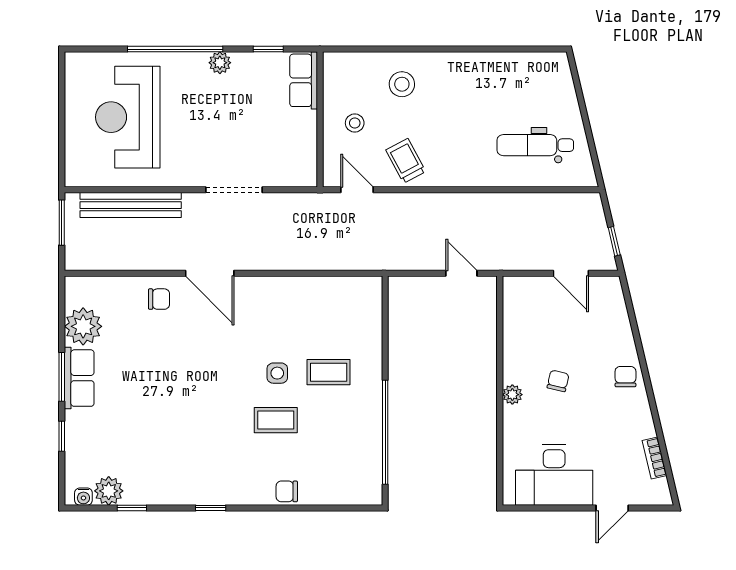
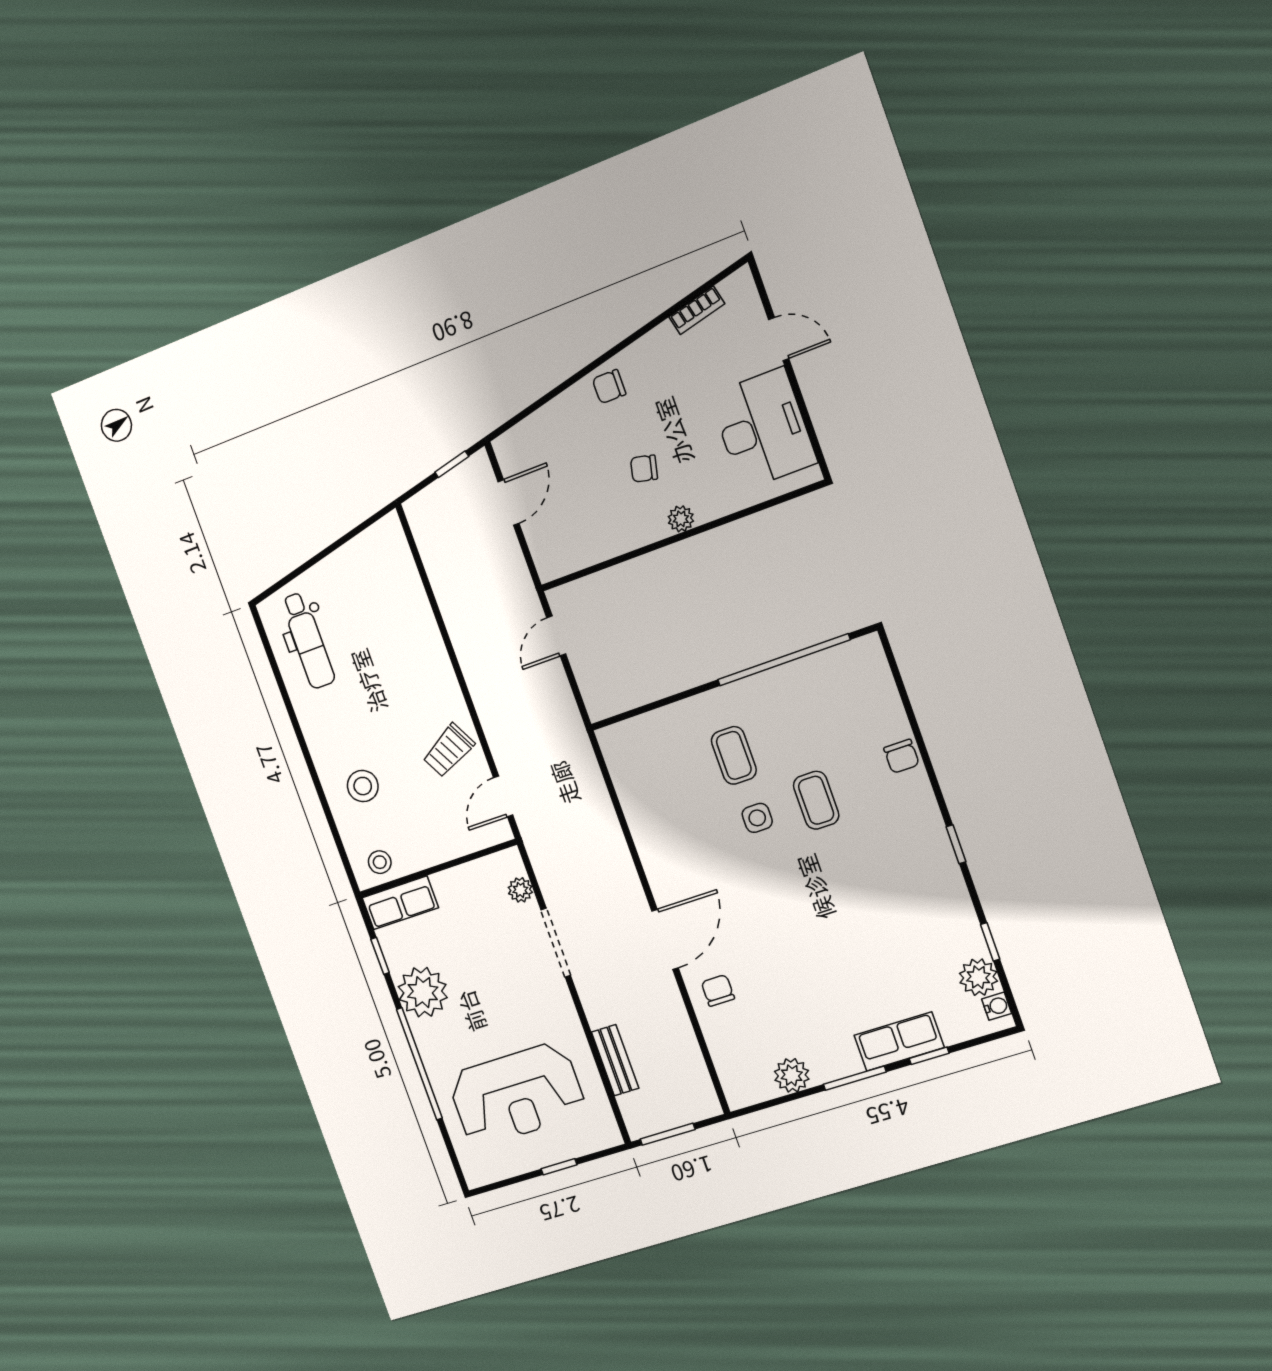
plant: (220, 63) -> (423, 992), width x1.88, depth x1.88
stool: (355, 123) -> (380, 862), moved
window: (62, 130) -> (559, 1167), added
dental chair: (535, 145) -> (308, 640), moved
plant: (283, 177) -> (520, 890), added
bench: (131, 205) -> (615, 1060), width x0.54, depth x0.82
plant: (83, 326) -> (792, 1075), width x0.73, depth x0.73
row of seats: (79, 378) -> (899, 1041), moved

